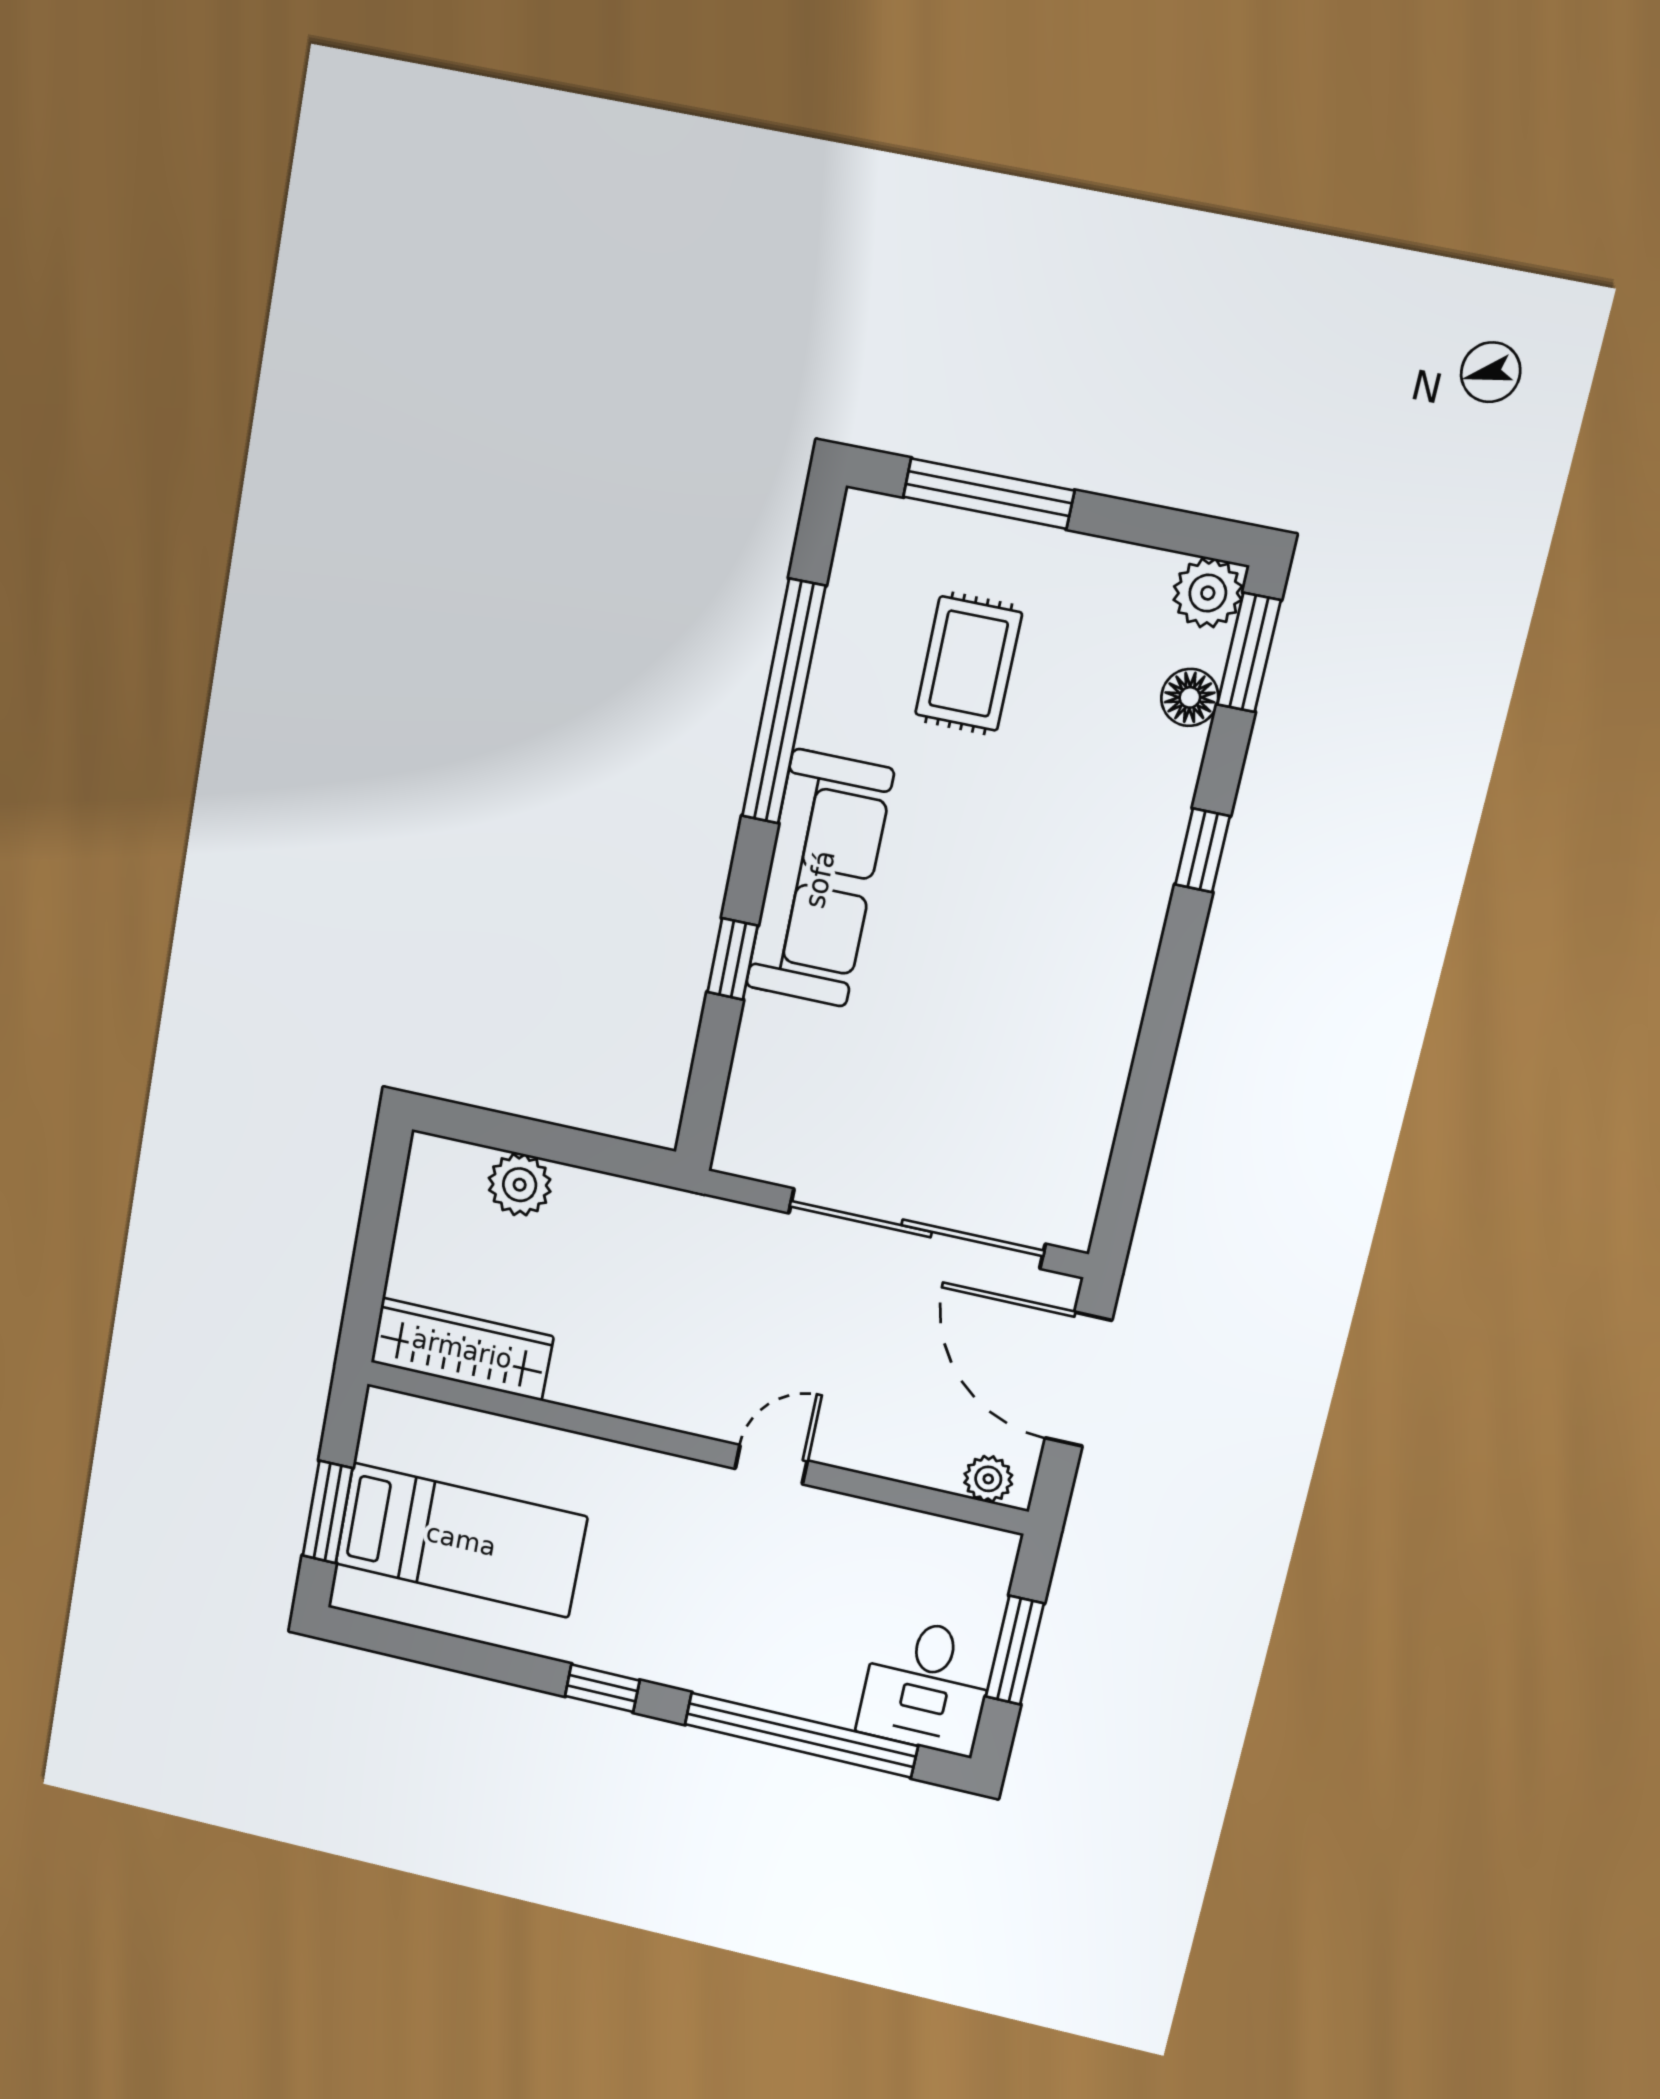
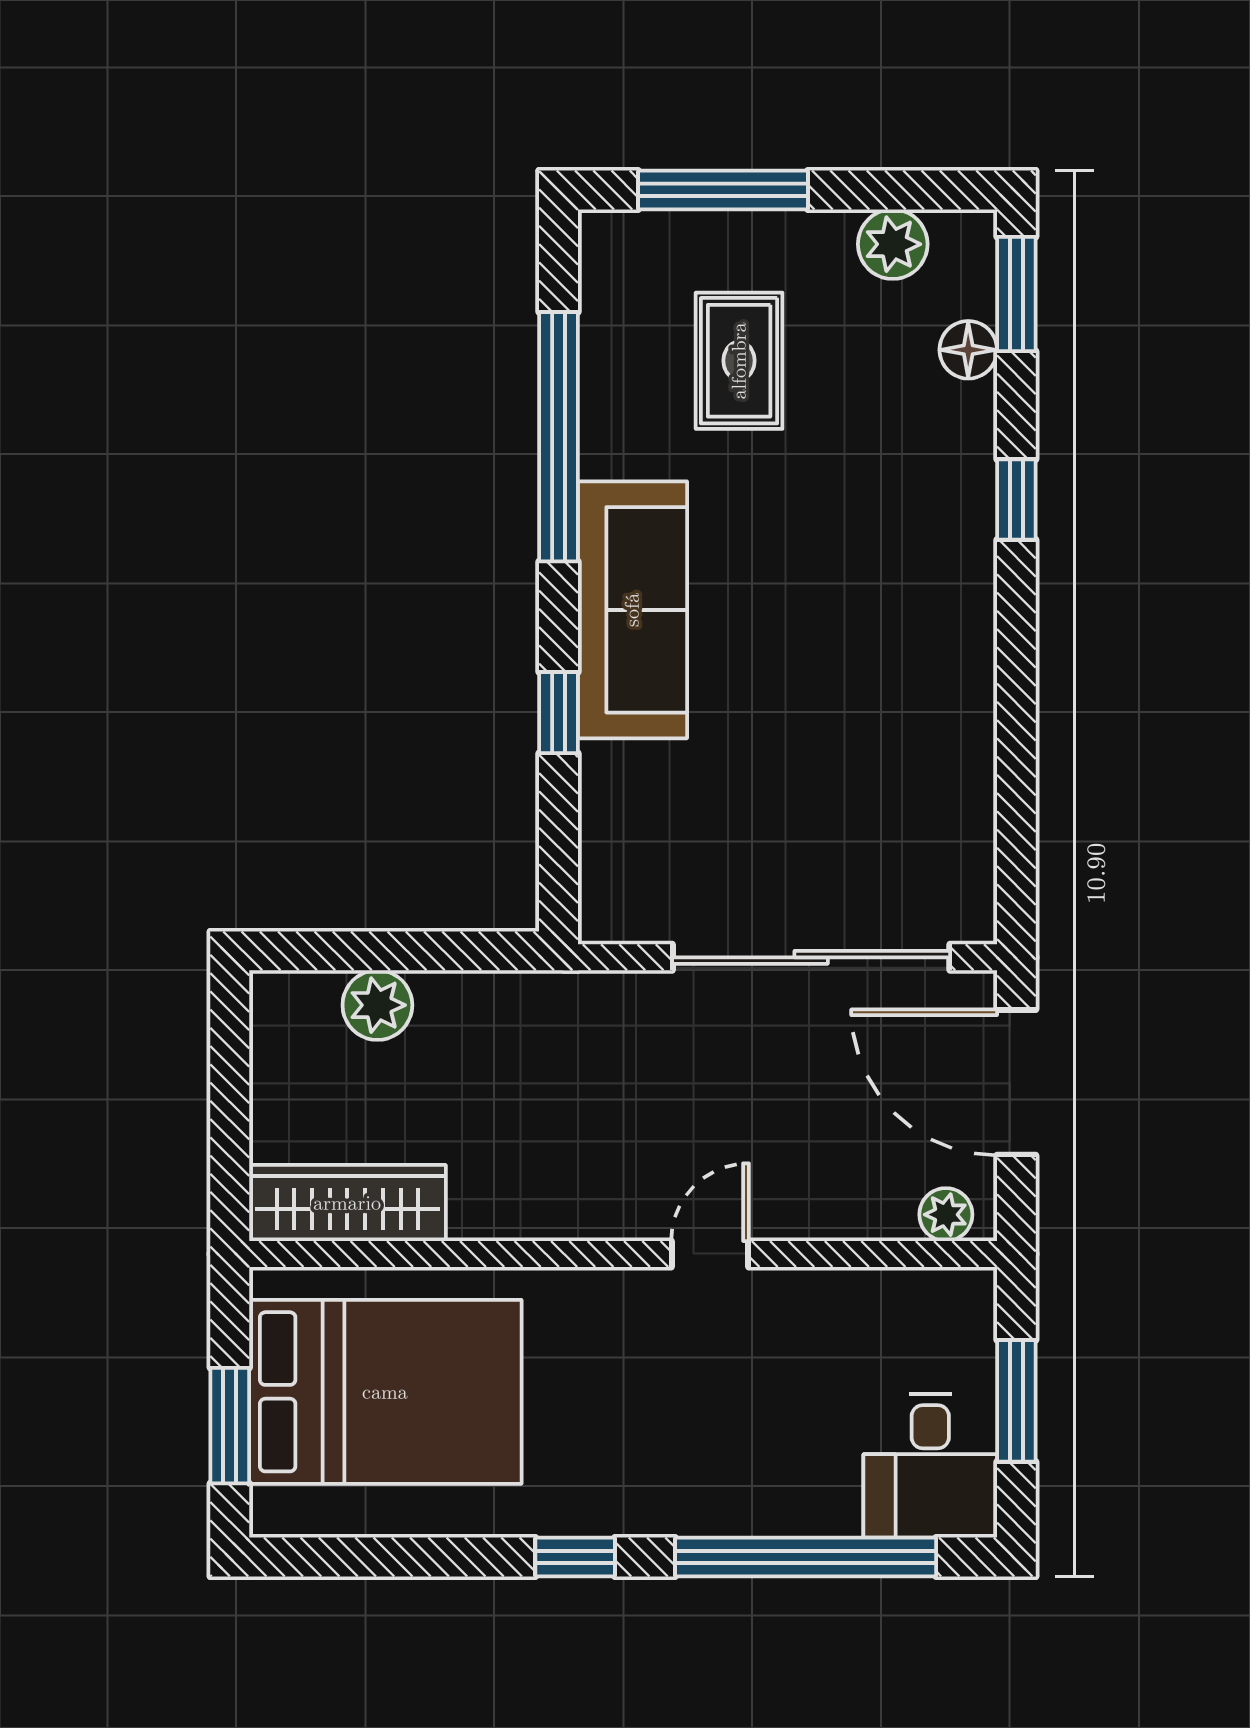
plant: (1208, 593) -> (893, 244), moved
bed: (461, 1540) -> (385, 1392), width x1.50

